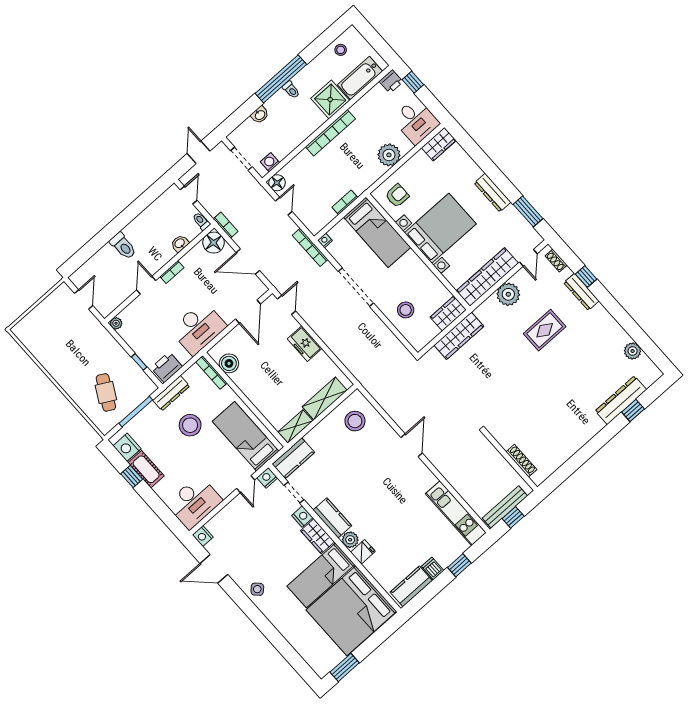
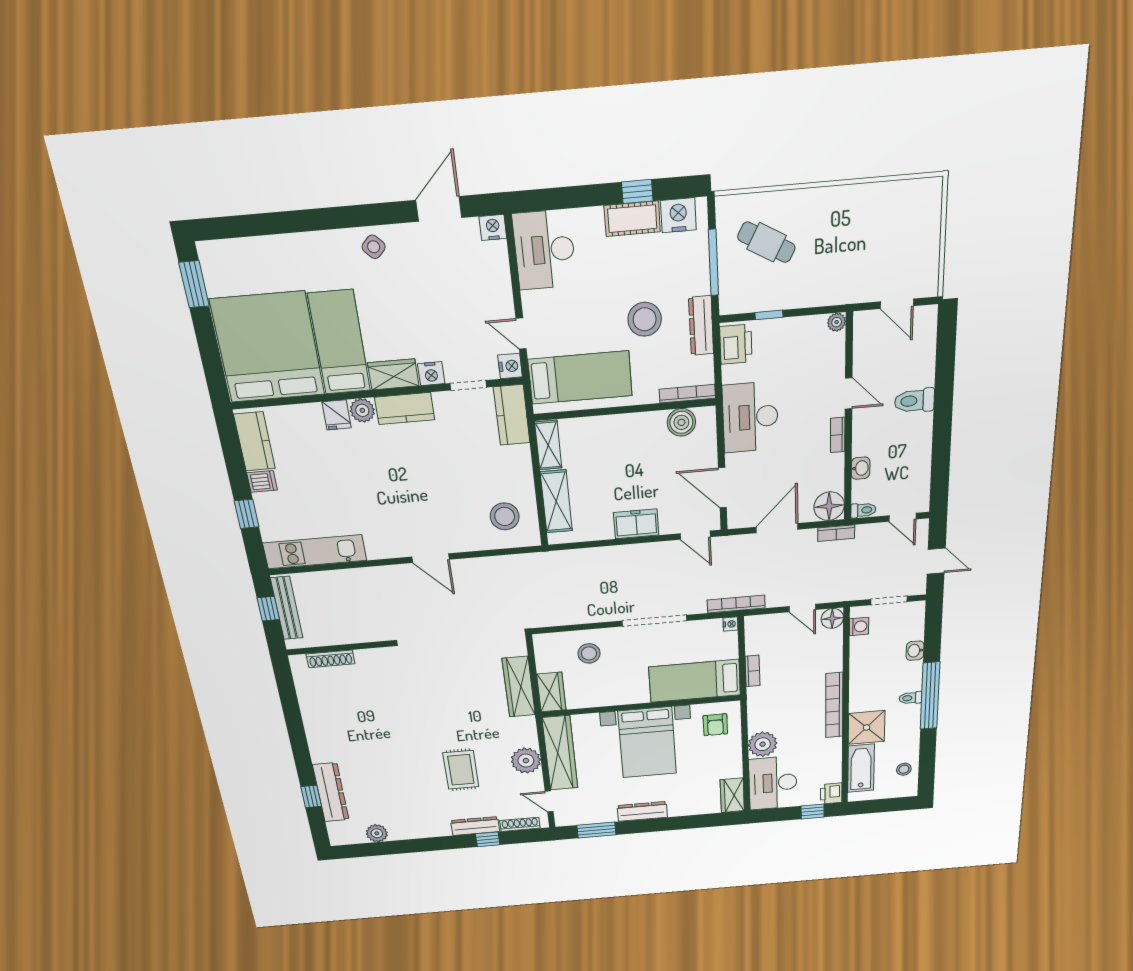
desk: (416, 121) -> (773, 783), width x1.37
shoe rack: (556, 261) -> (520, 824), width x1.43

